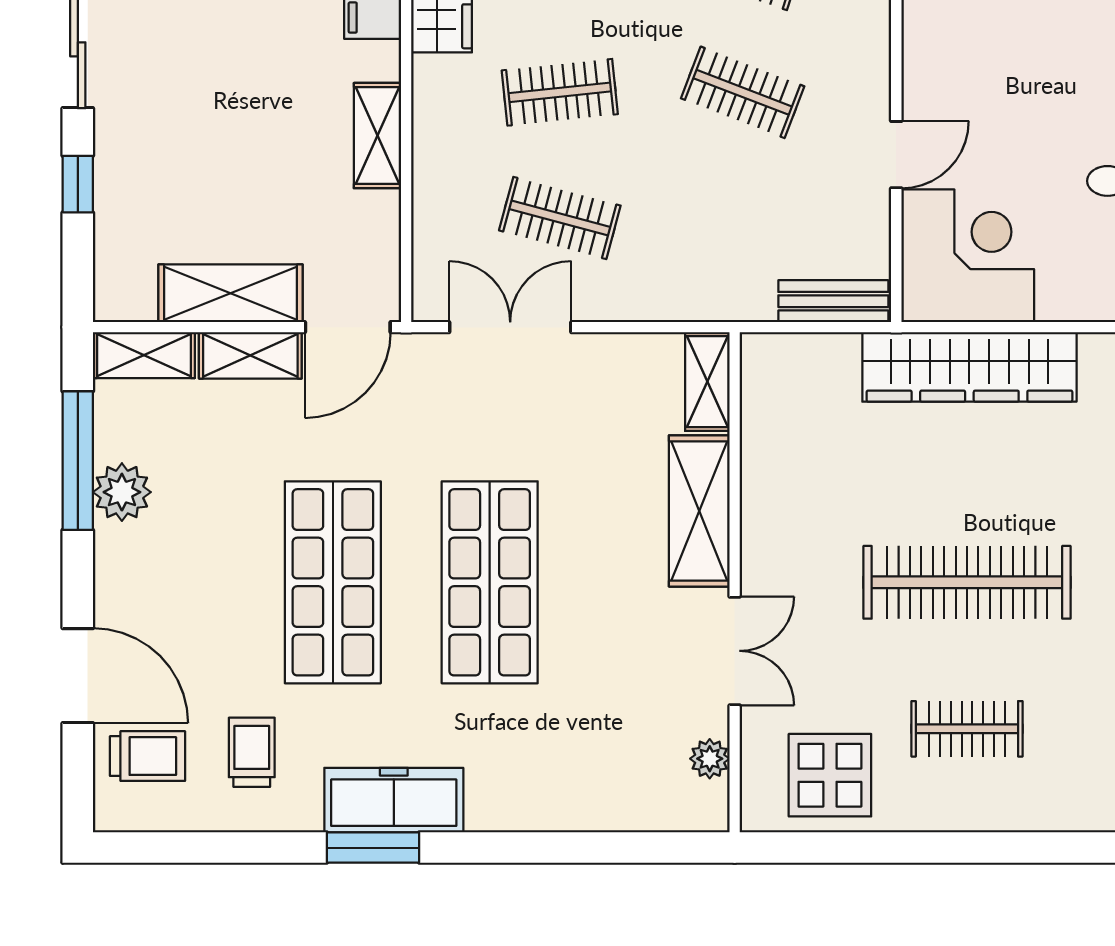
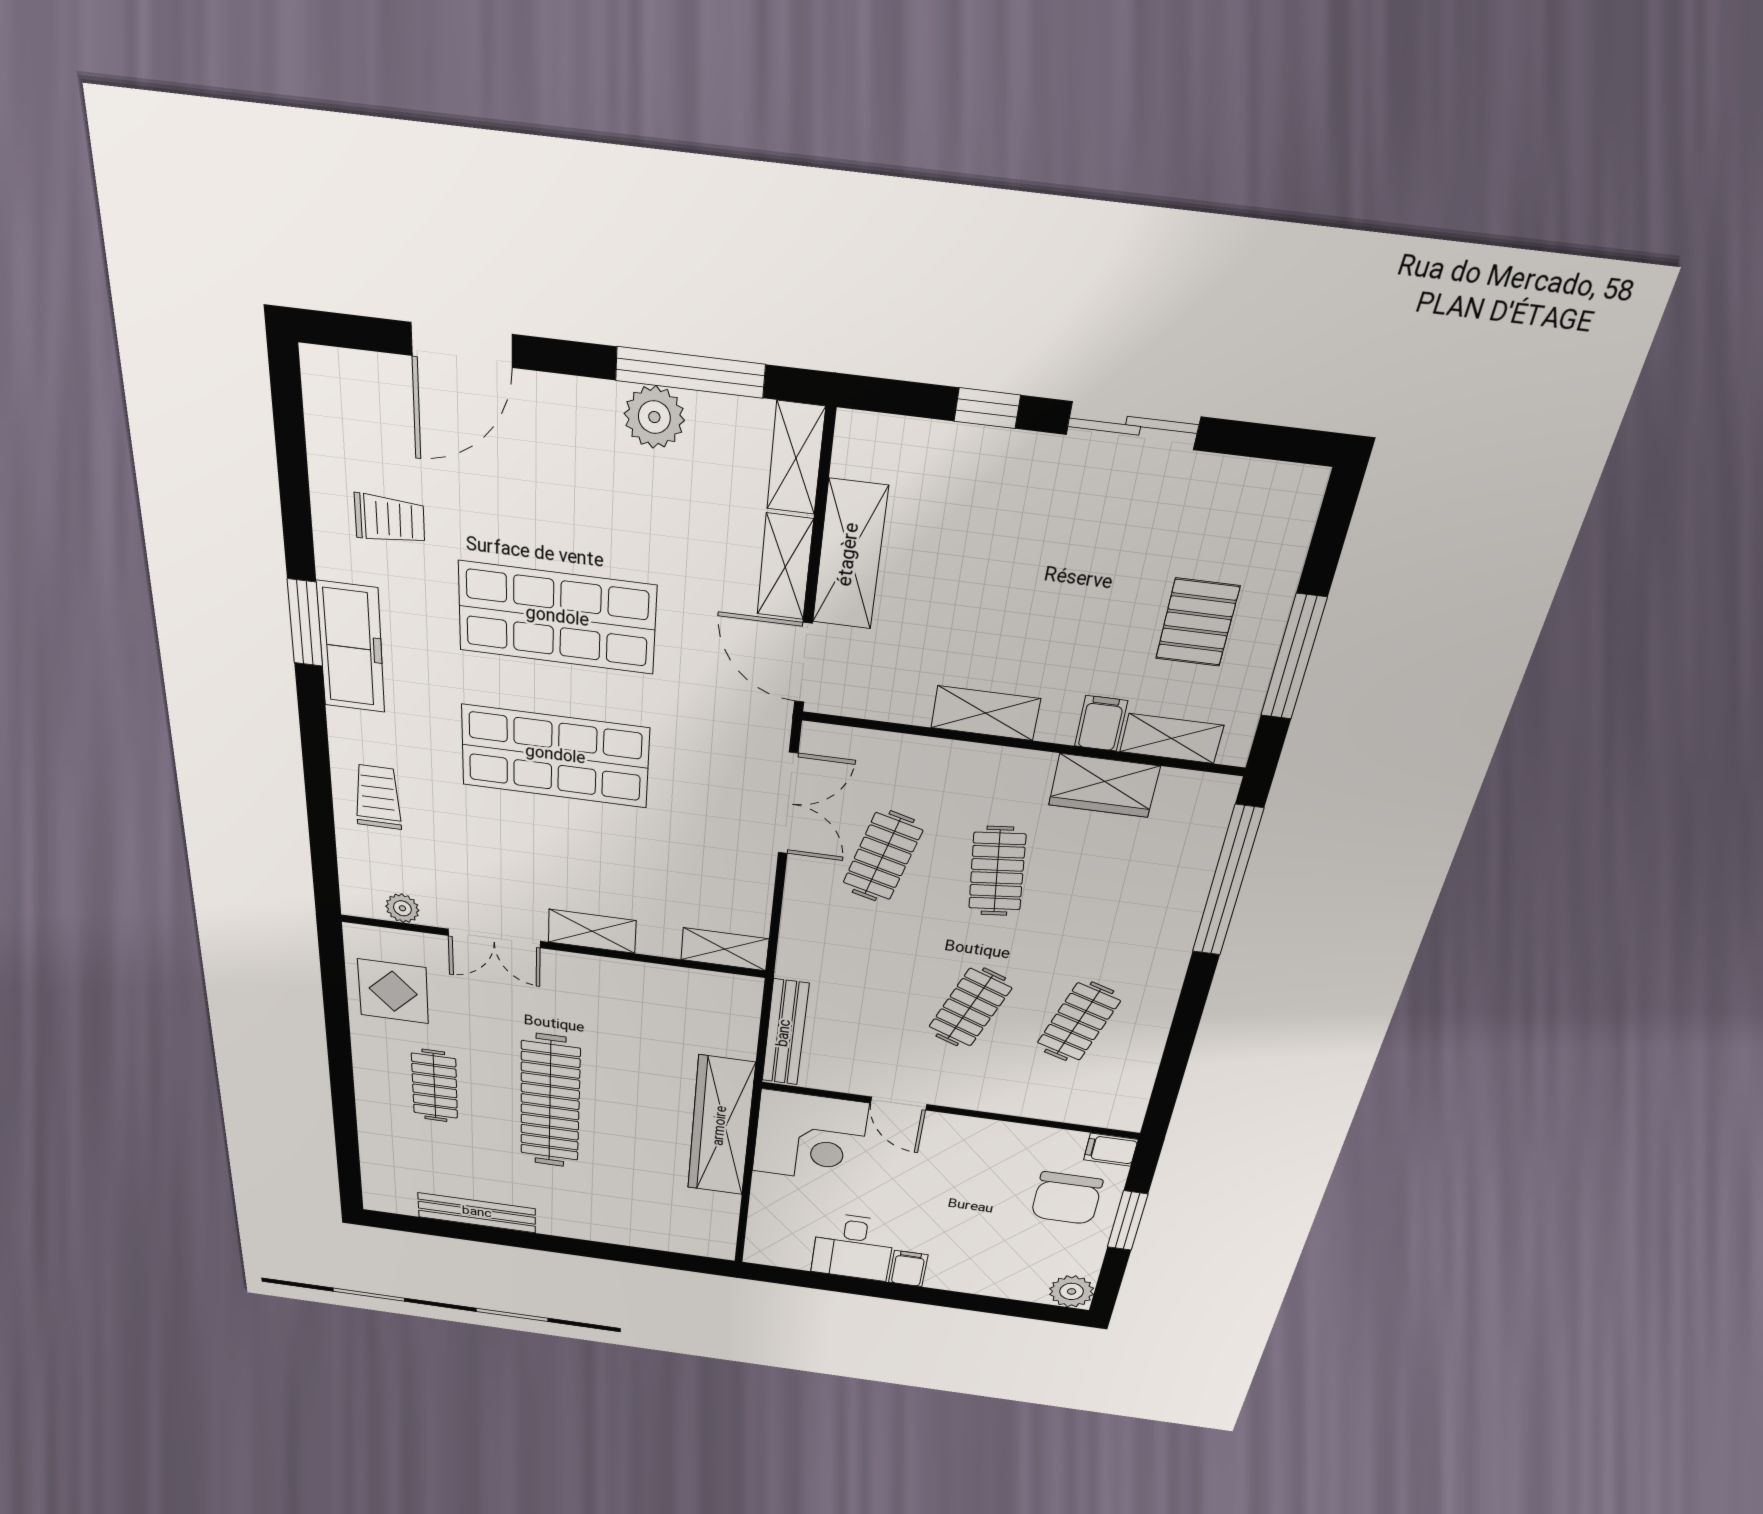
bench: (833, 301) -> (785, 1033), width x1.36
shelving: (699, 511) -> (592, 931), width x0.67, depth x0.75
trolley: (148, 756) -> (378, 797), moved, turned 180

